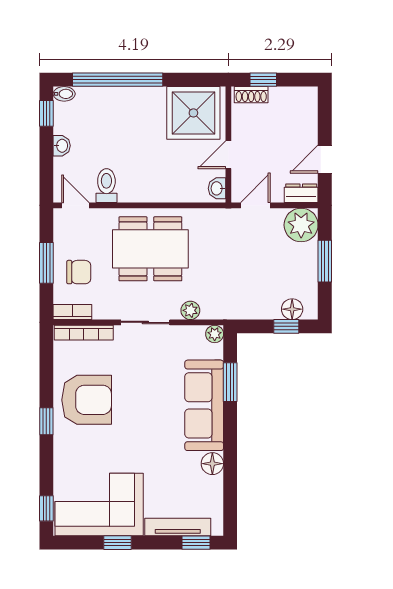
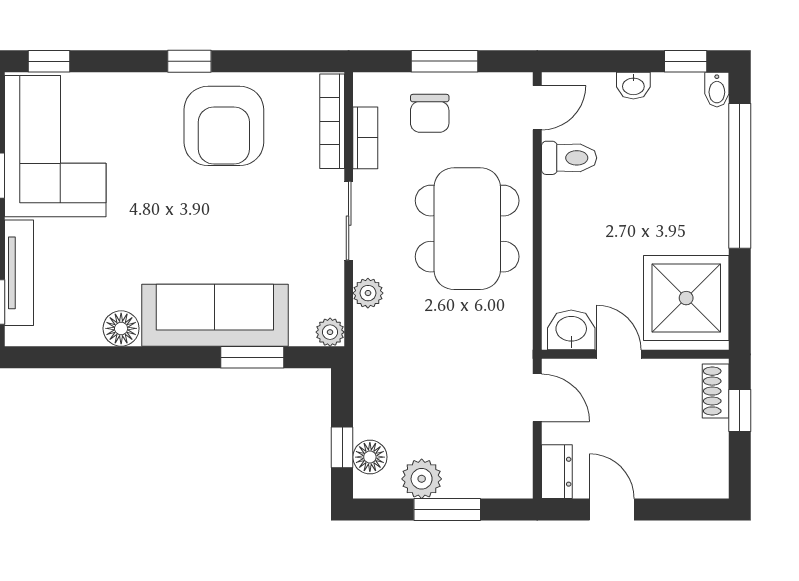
washbasin: (217, 188) -> (571, 330), width x1.38, depth x1.45
plant: (301, 225) -> (422, 479), moved, width x0.73, depth x0.73
bookcase: (72, 312) -> (365, 138), moved

